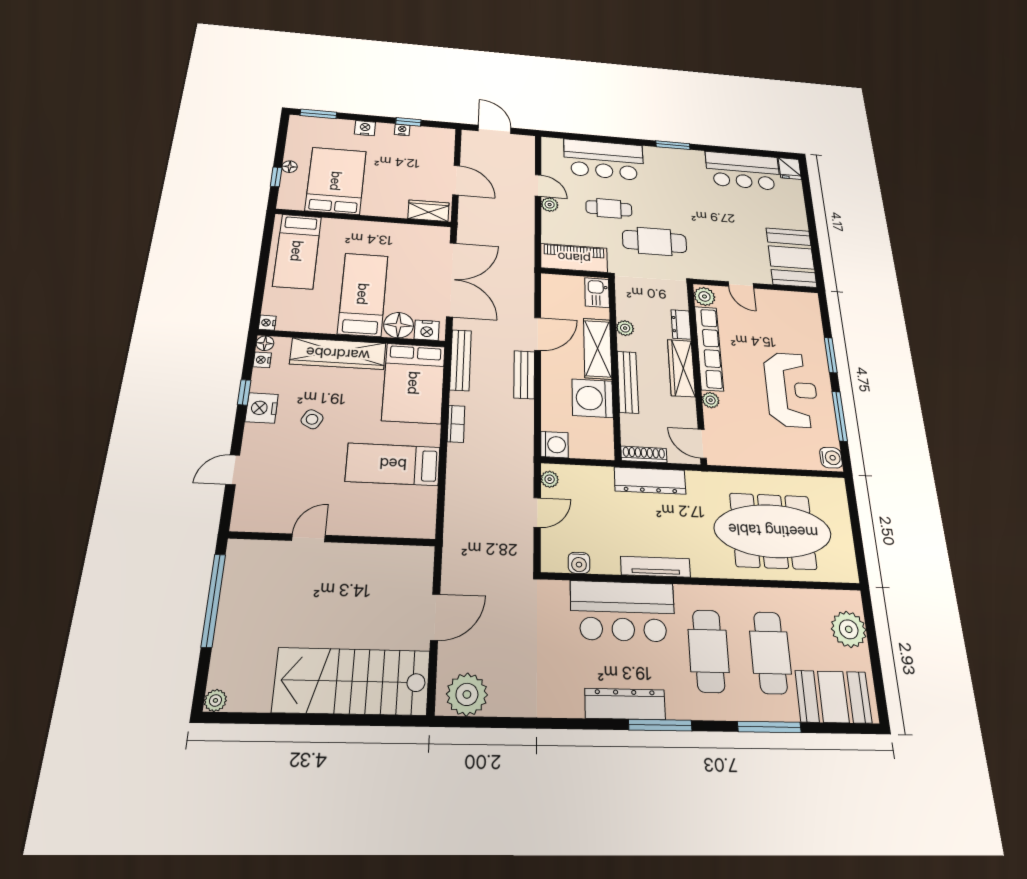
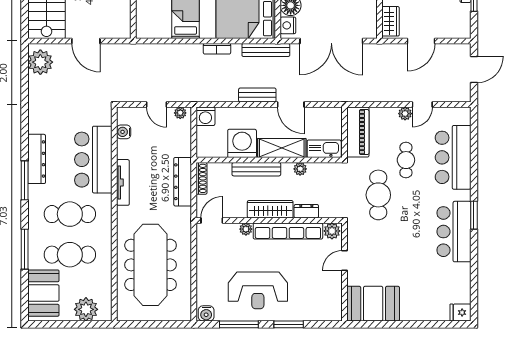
bar counter: (743, 171) -> (454, 232), moved
kitchen sink: (597, 293) -> (324, 149), width x1.38

